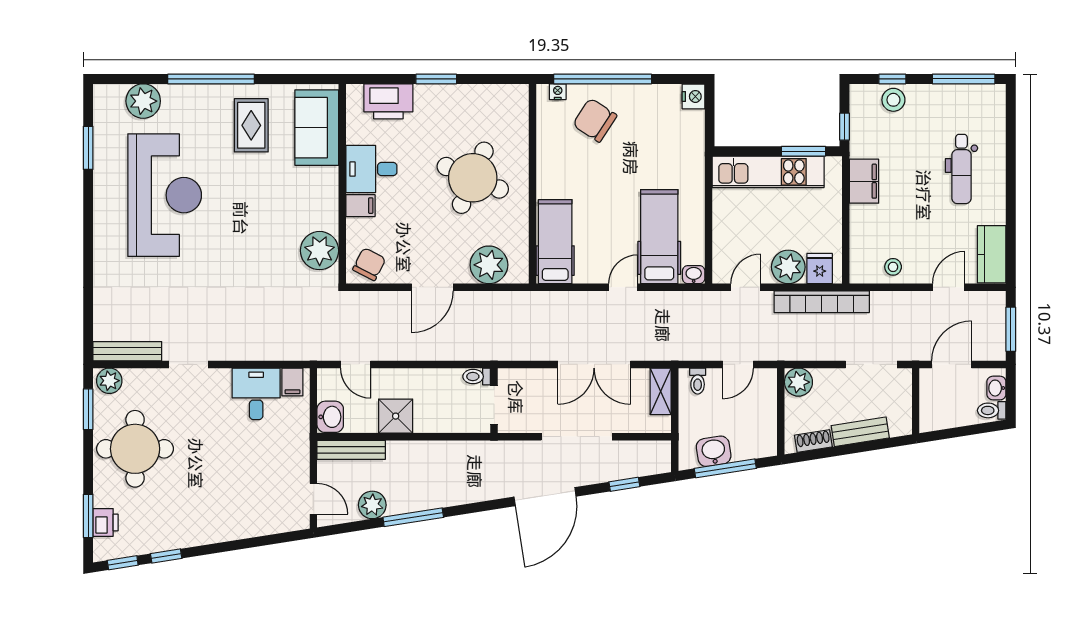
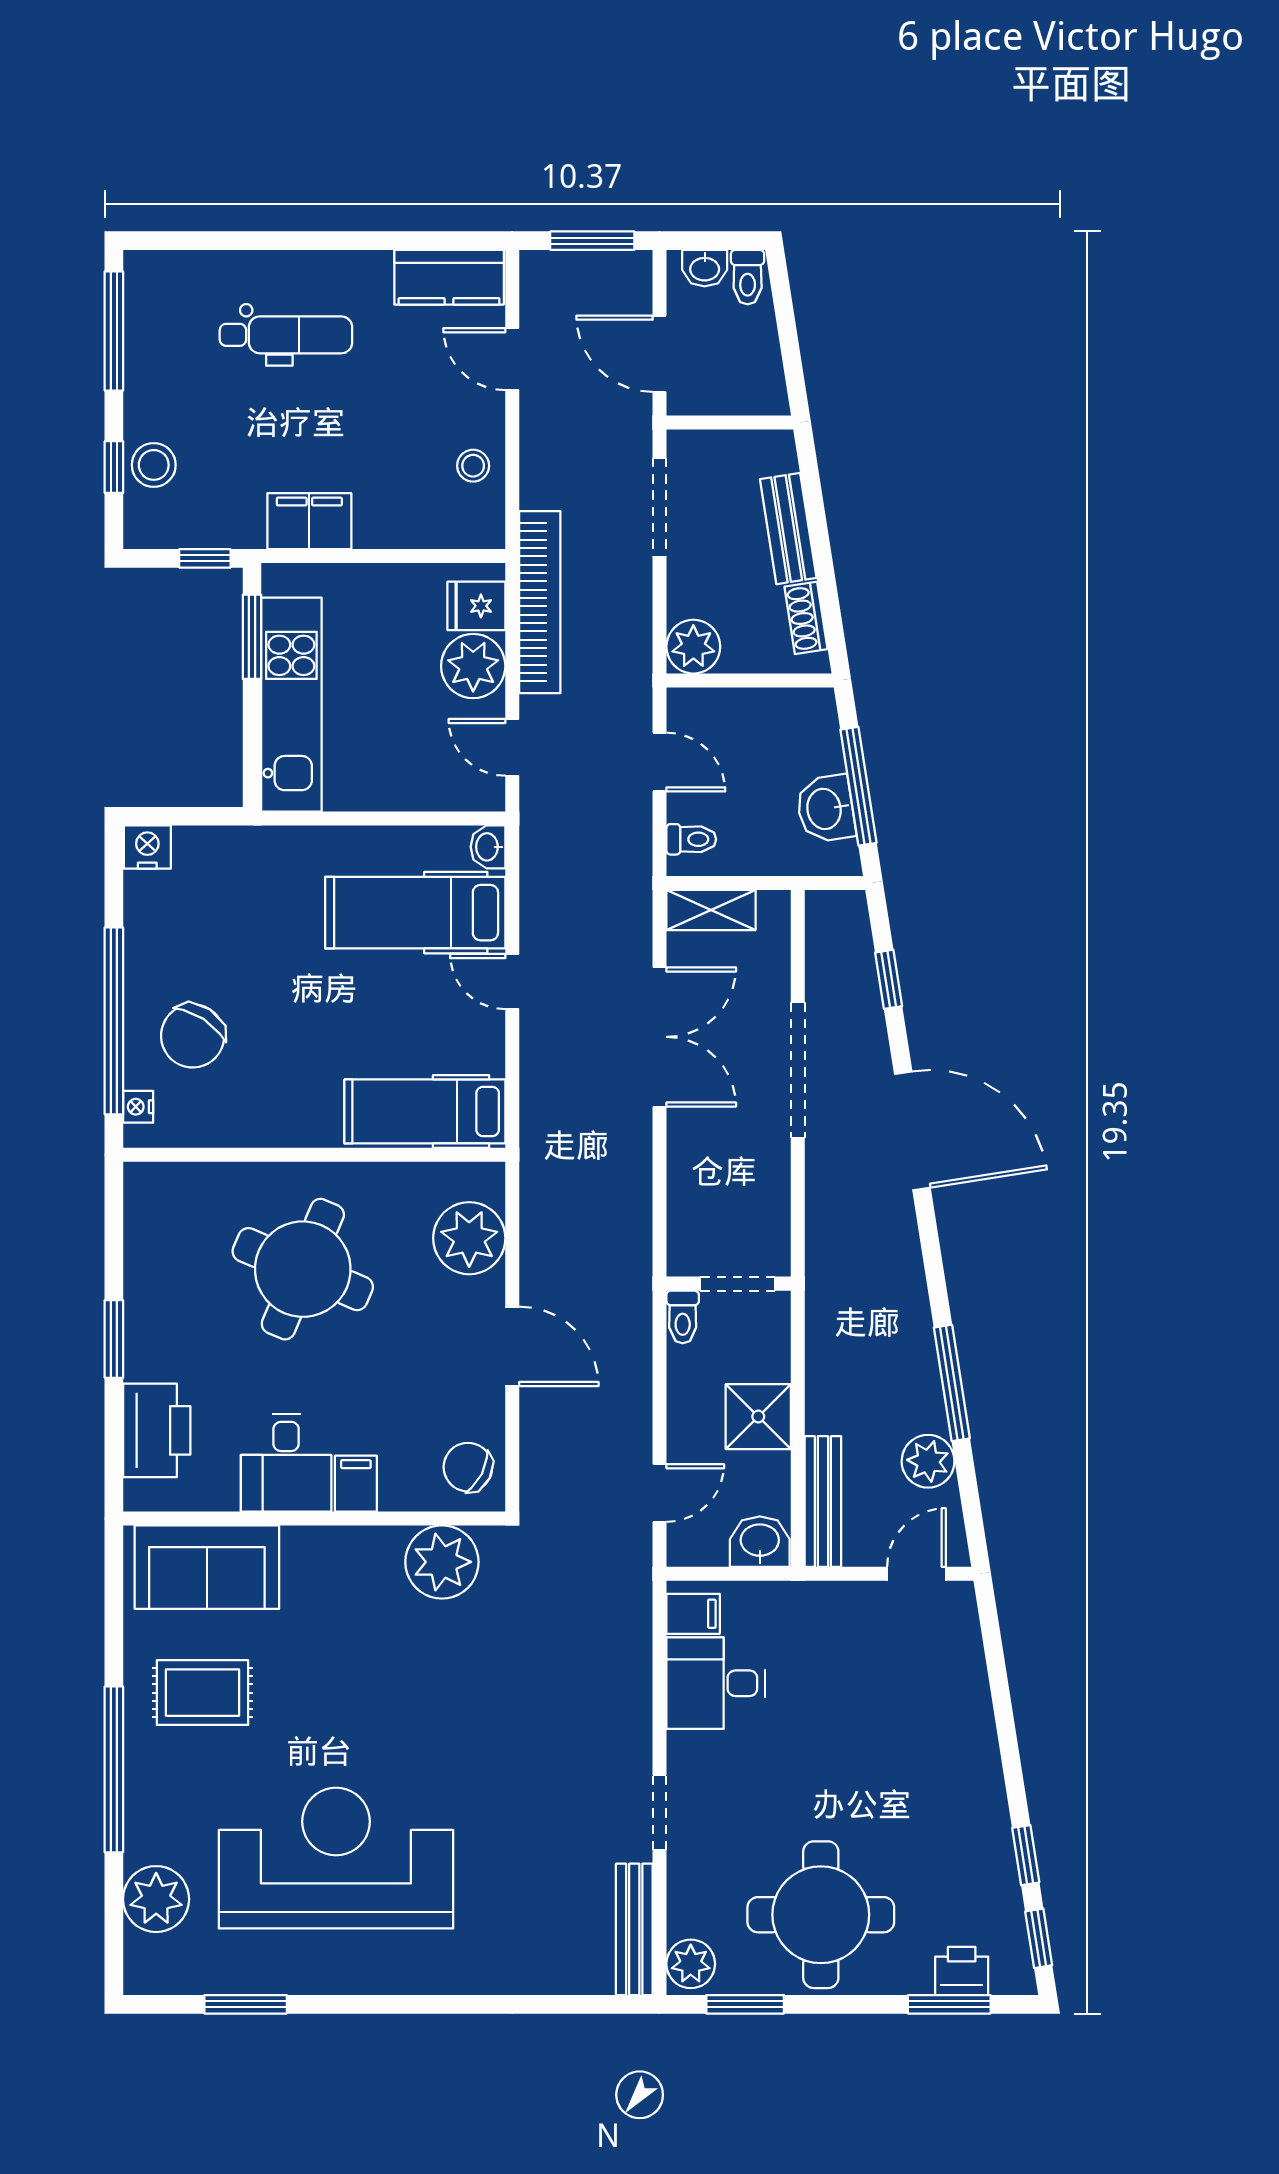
toilet: (477, 377) -> (683, 1317), moved
wall: (494, 401) -> (729, 1284), moved
doorway: (494, 405) -> (738, 1284), moved

